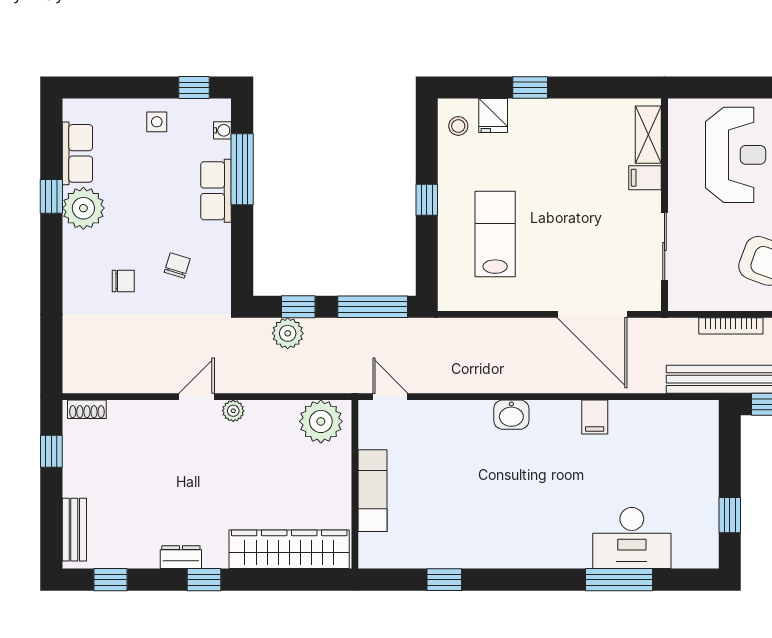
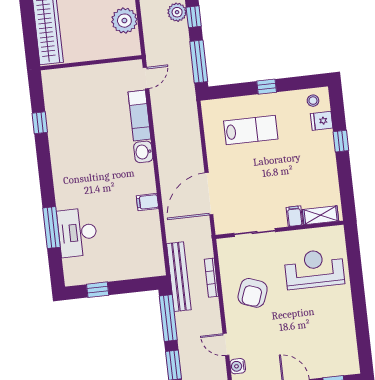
reception desk: (736, 155) -> (314, 269), turned 180
plant: (321, 421) -> (124, 21), moved
exam couch: (373, 491) -> (139, 115), moved, turned 90

